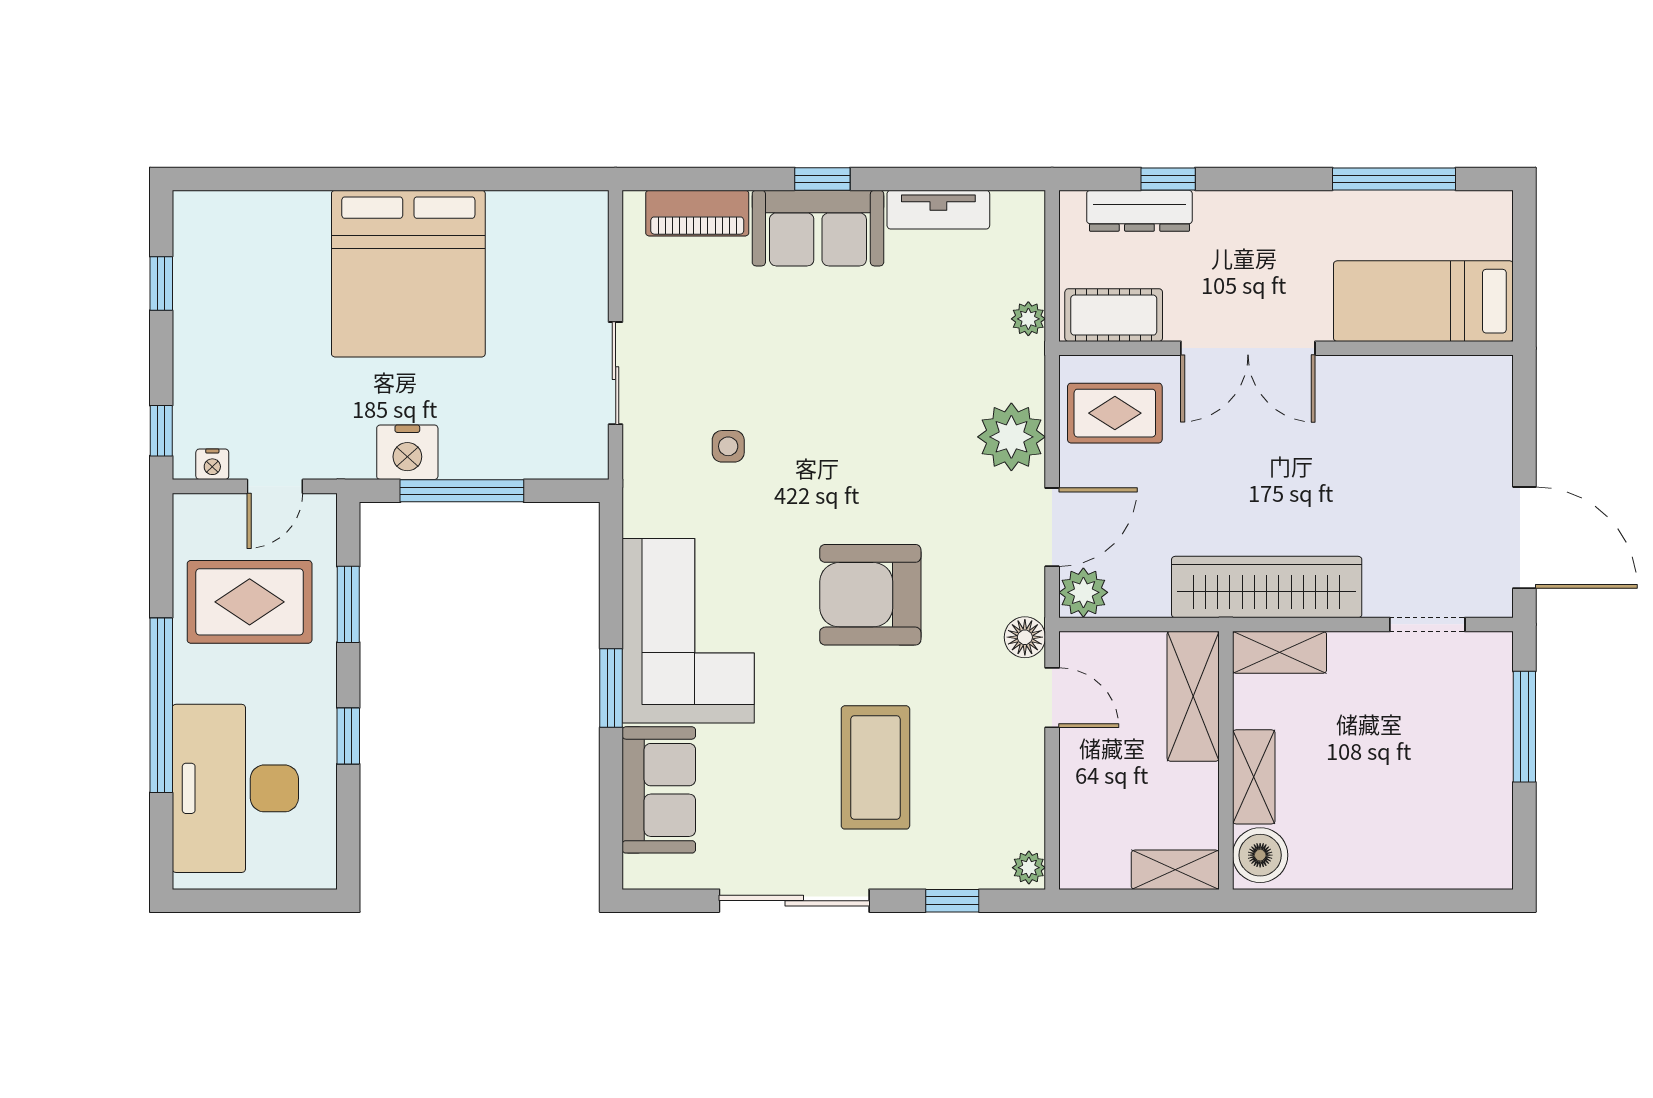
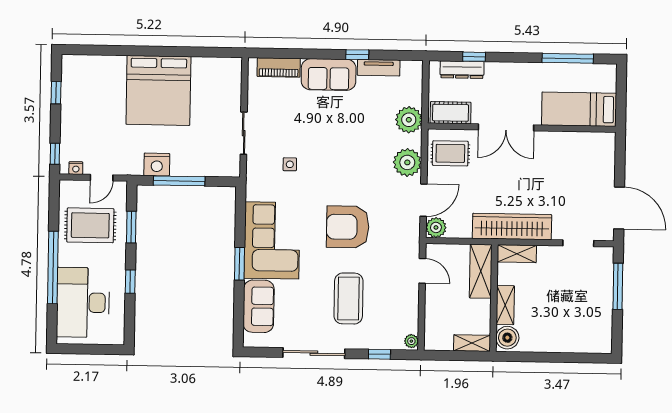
window: (822, 179) -> (357, 55), moved
plant: (1028, 319) -> (409, 120), width x1.88, depth x1.88
floor lamp: (1025, 637) -> (411, 246), removed

